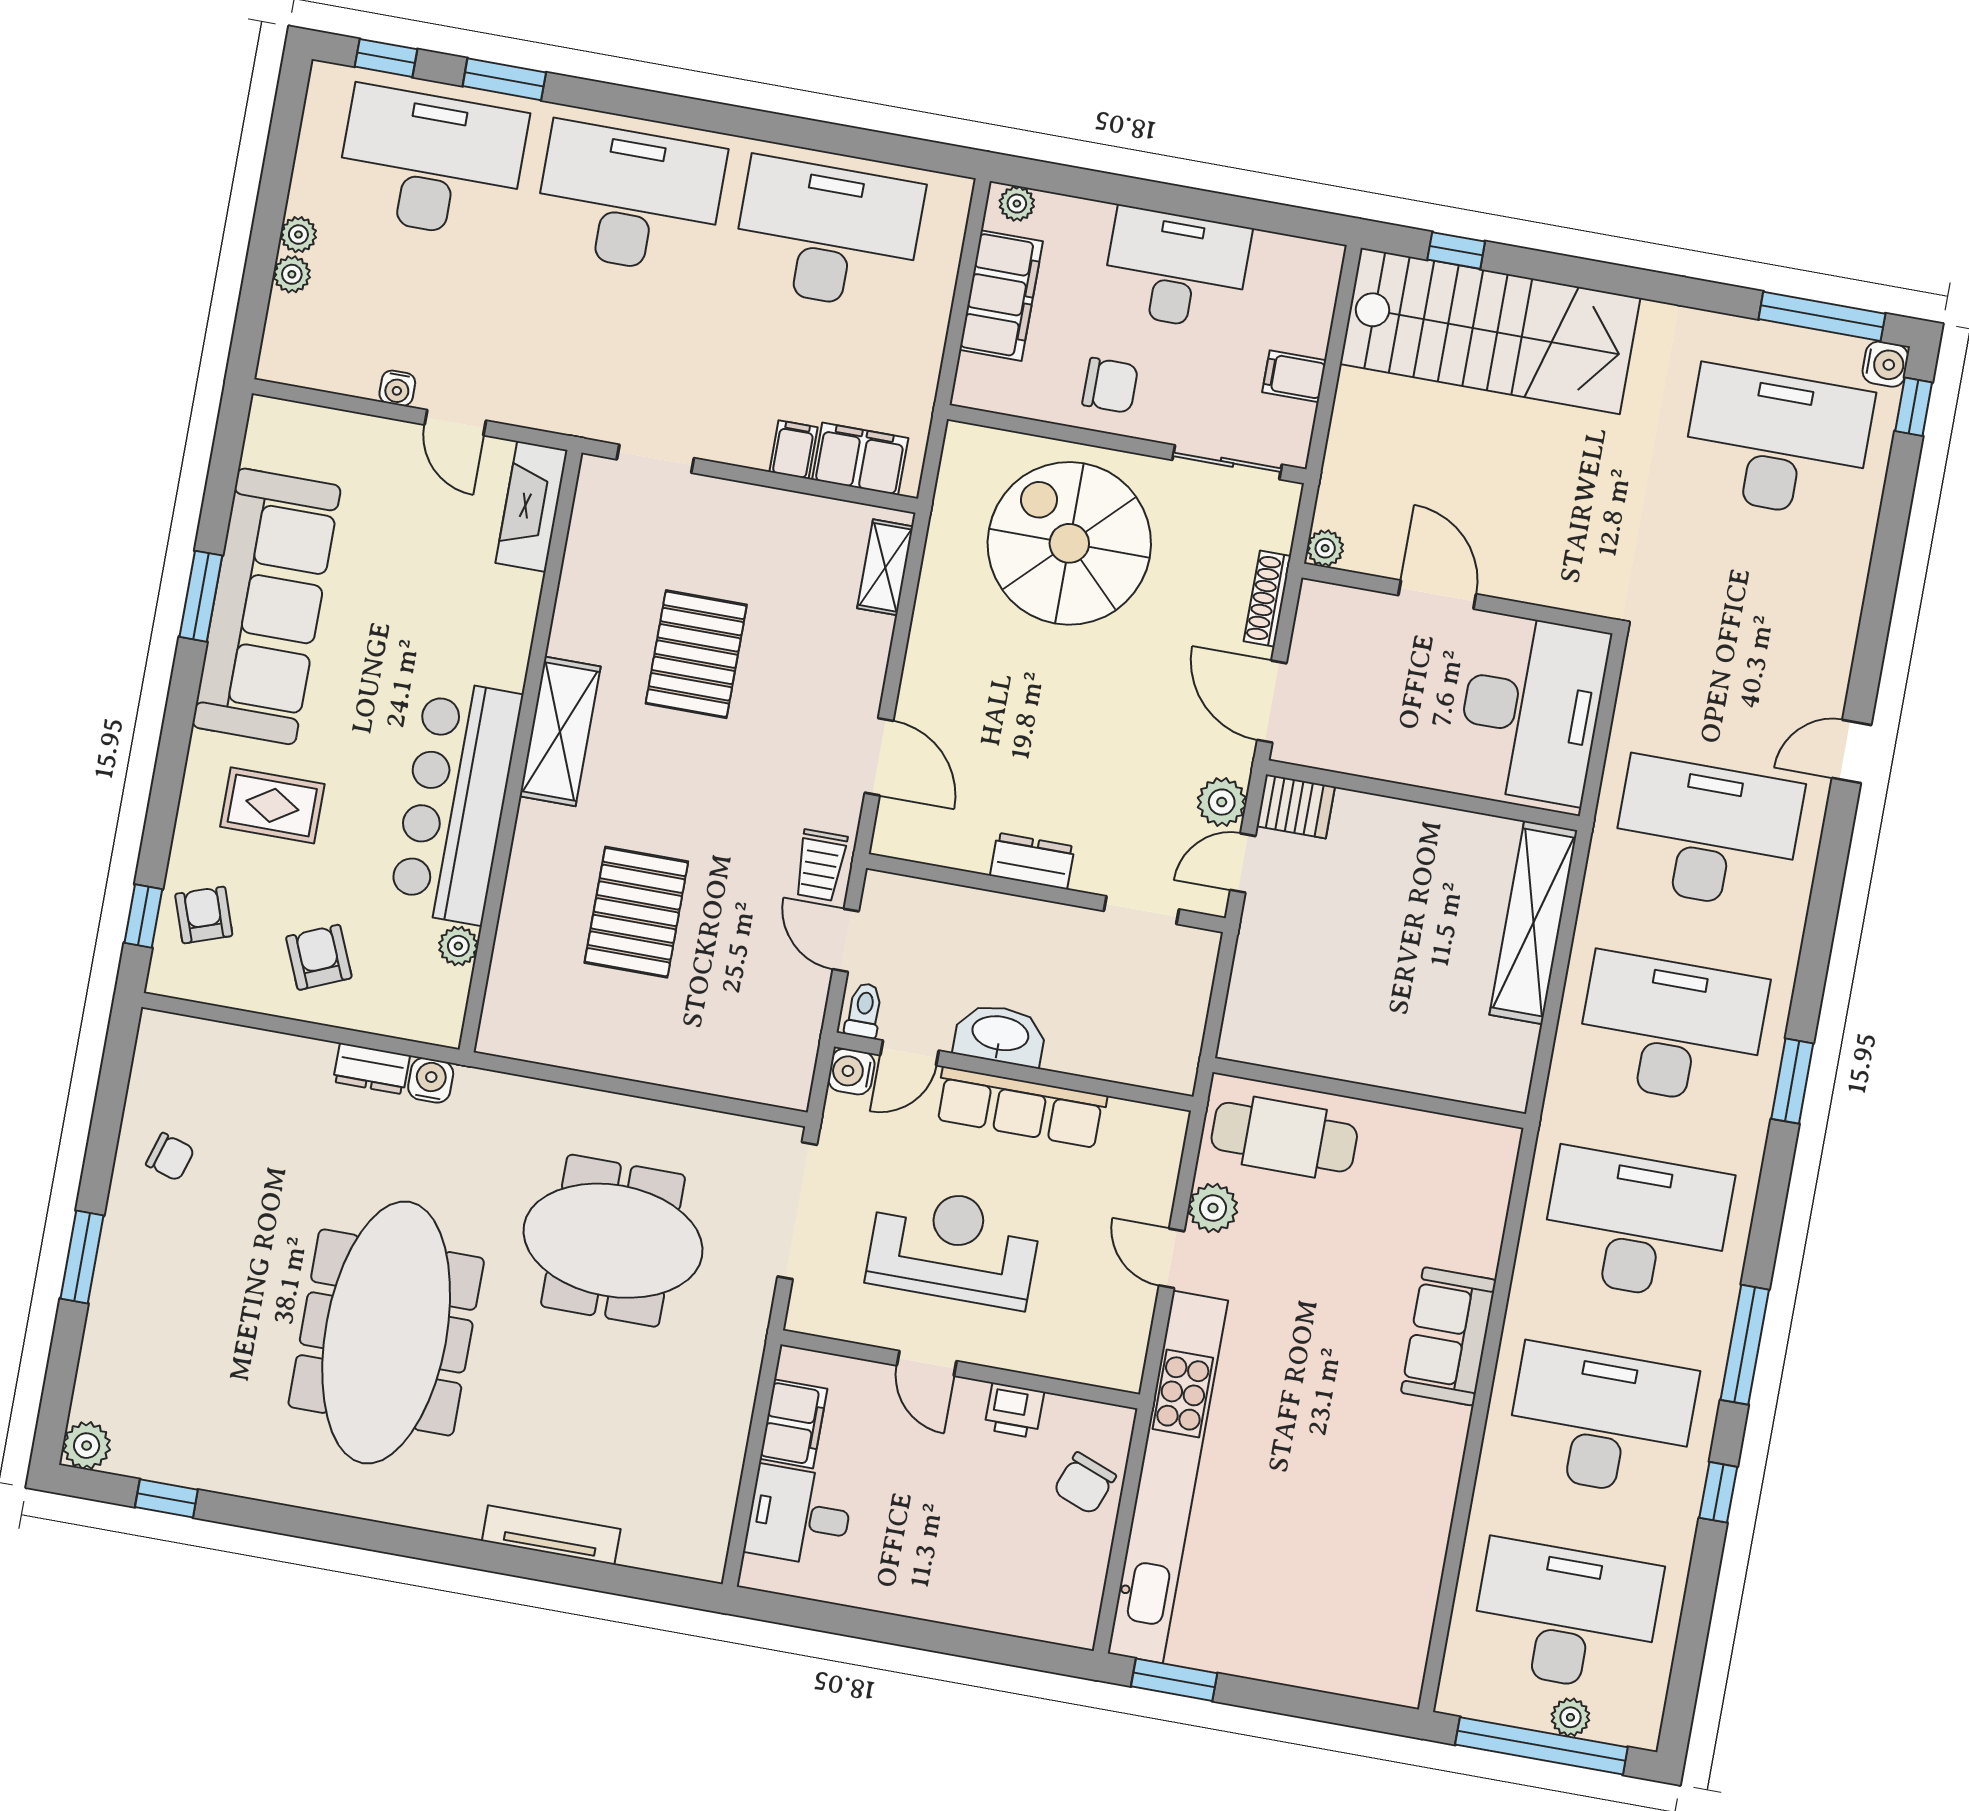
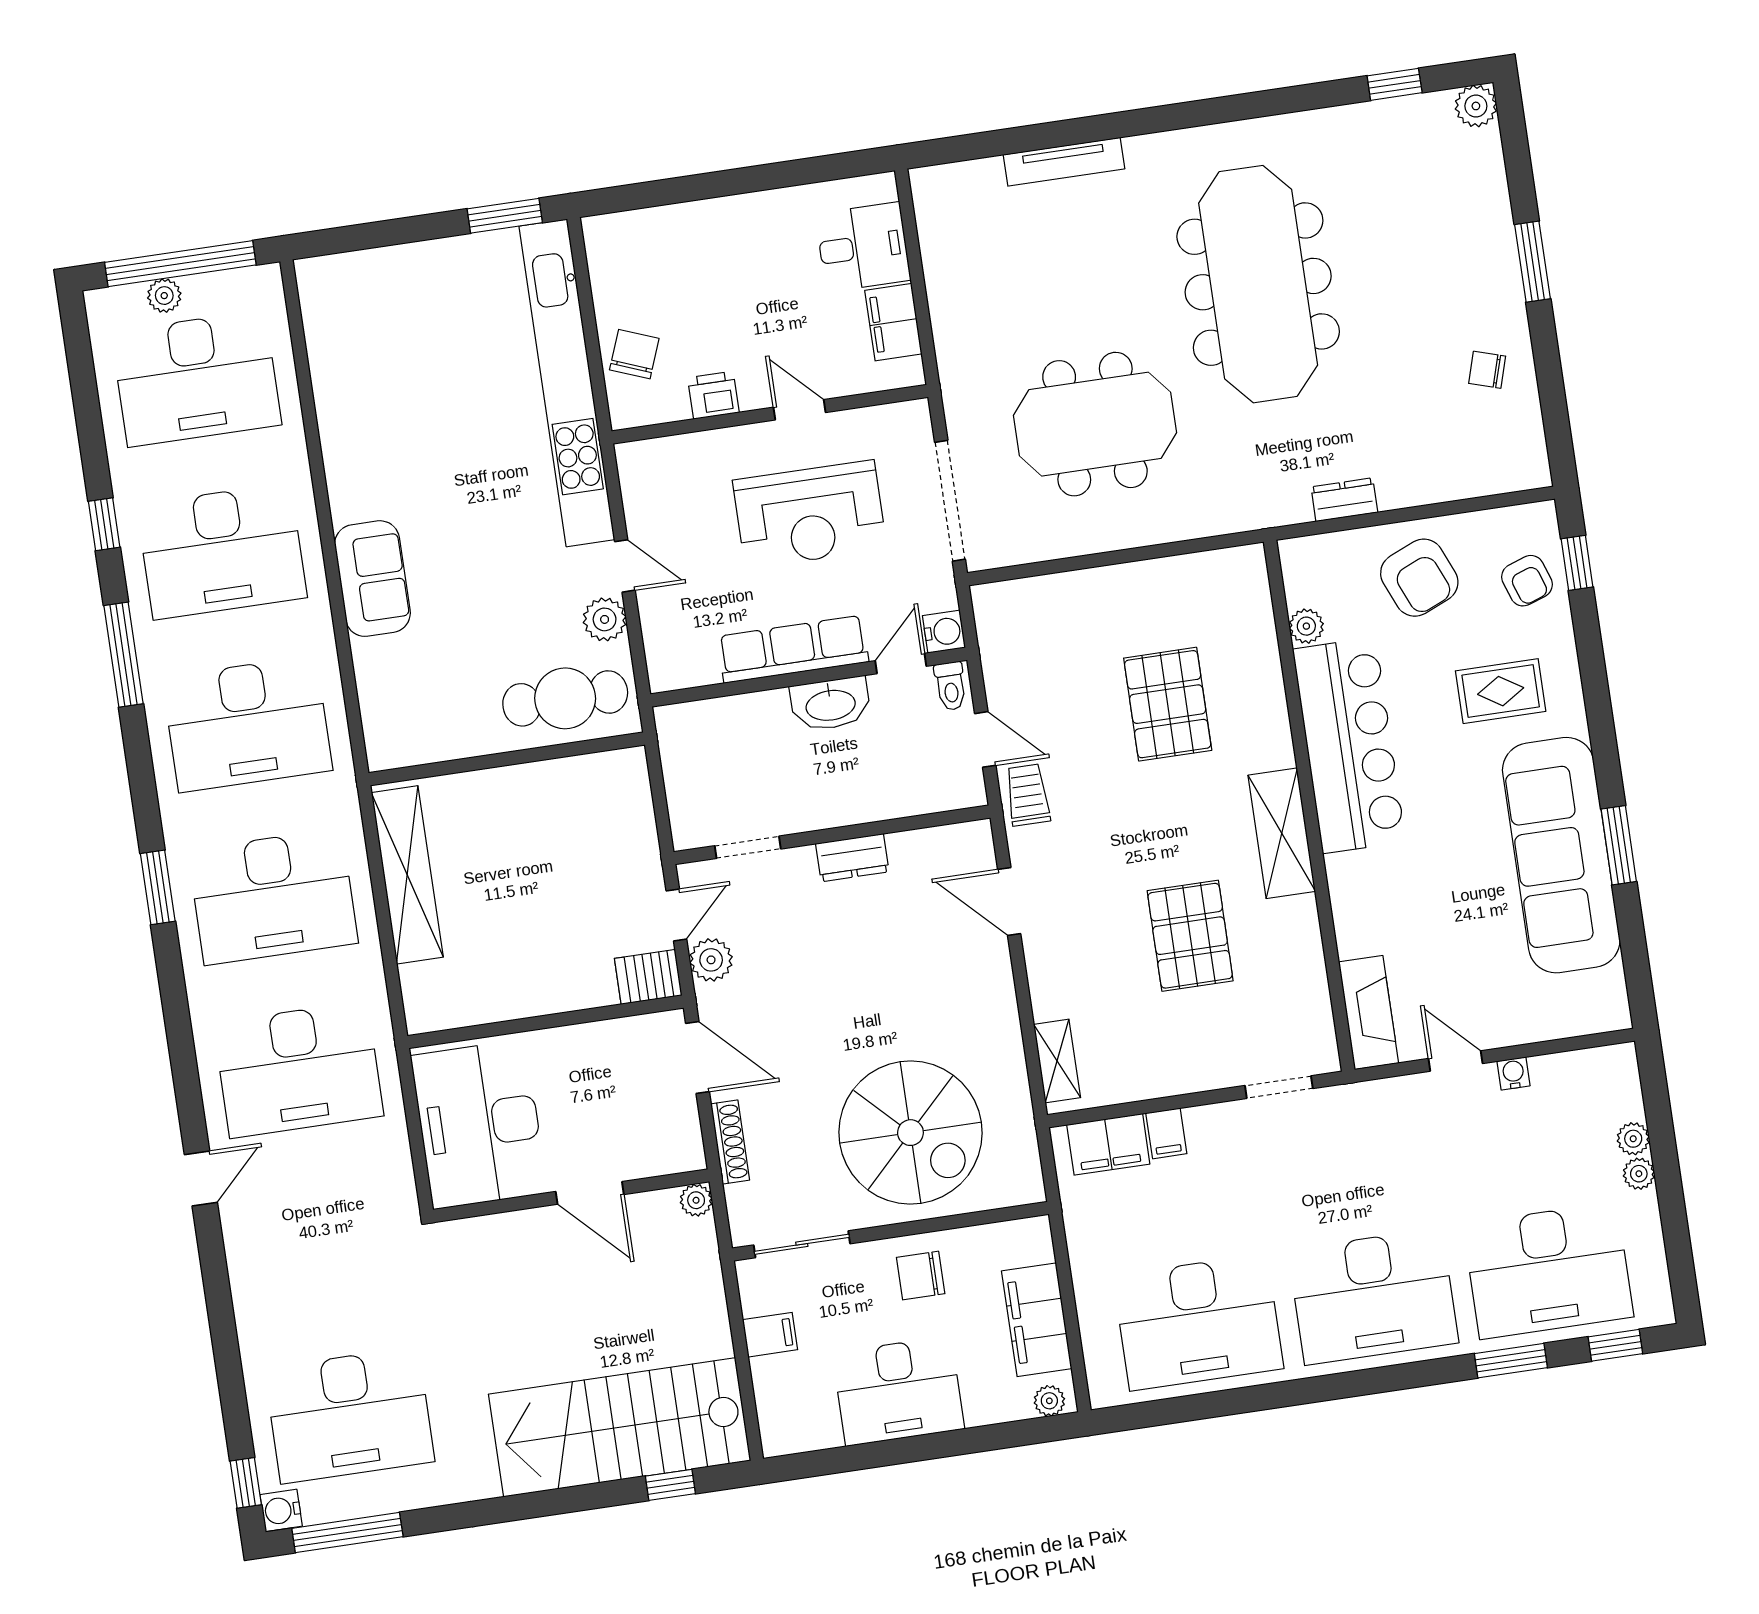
shelving: (1533, 923) -> (407, 875), moved
armchair: (319, 957) -> (1419, 578), width x1.38, depth x1.38
water cooler: (431, 1080) -> (1292, 507), removed

